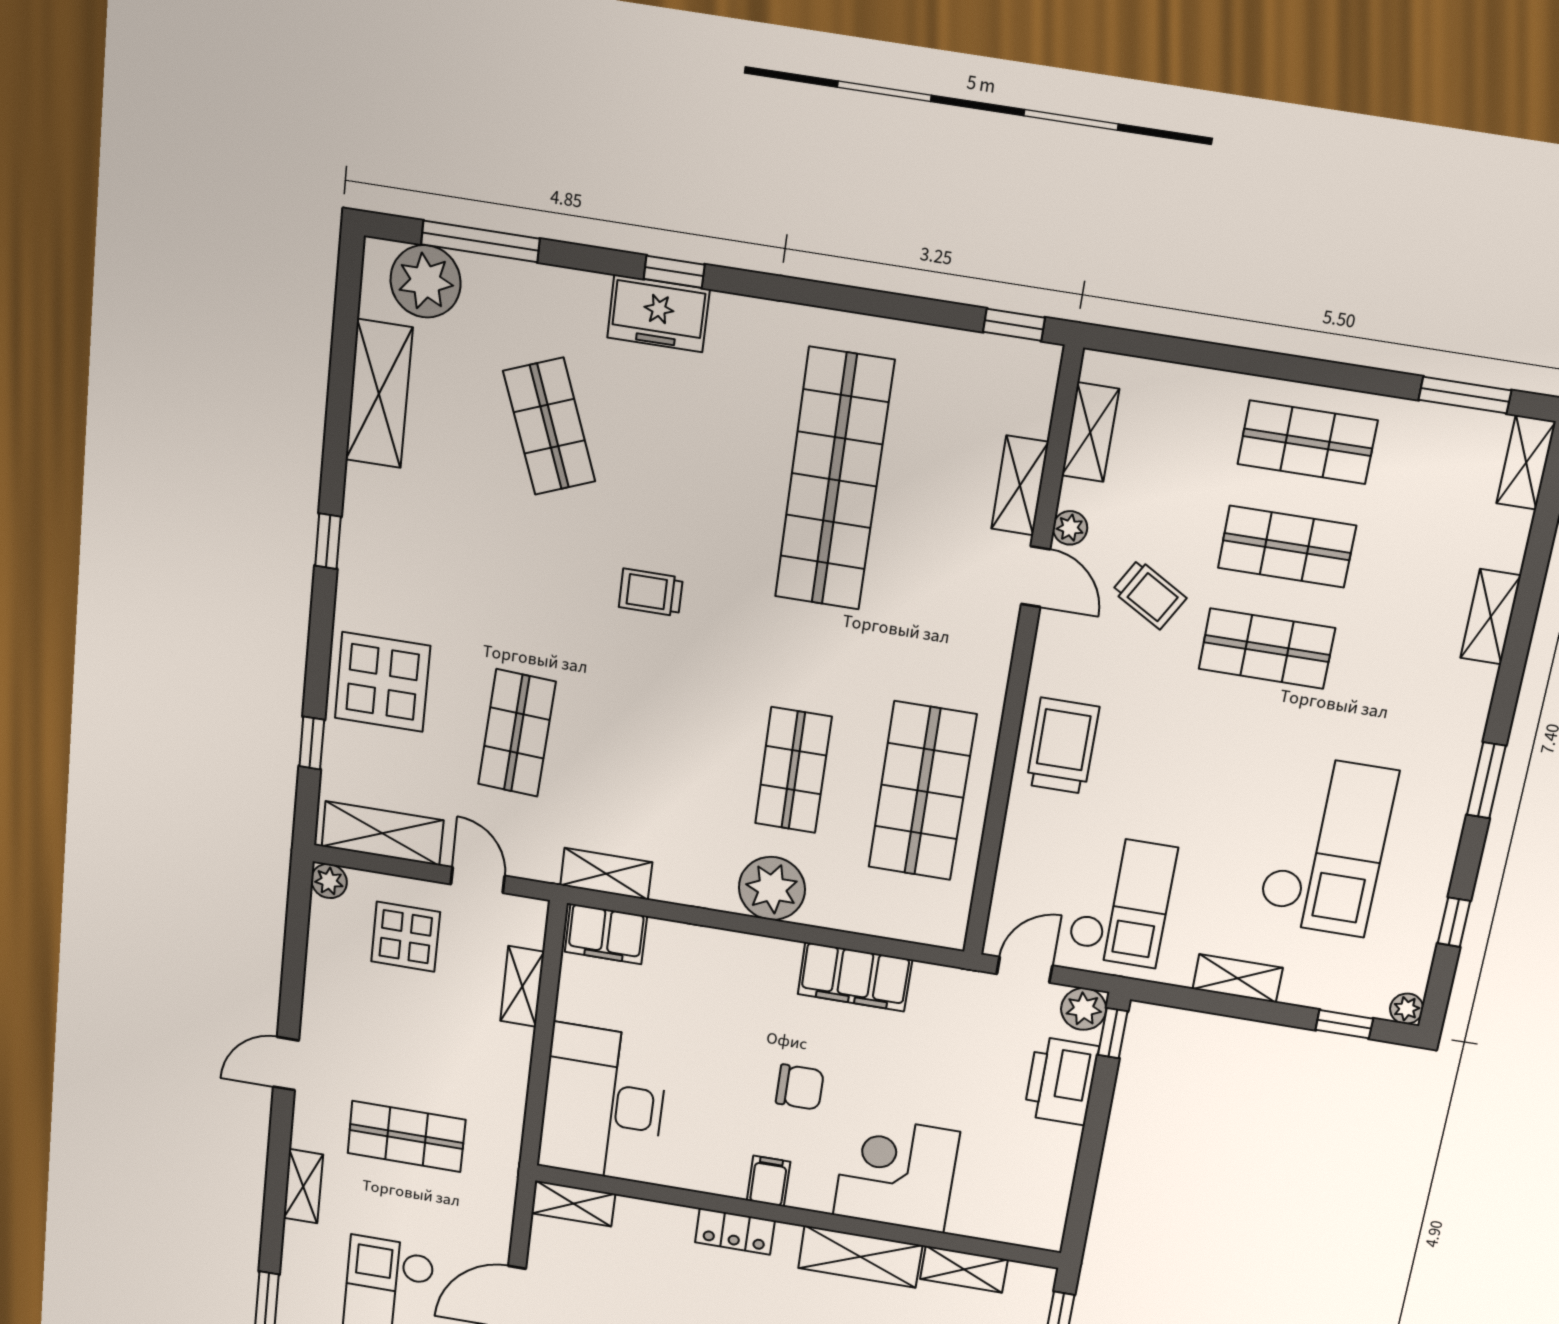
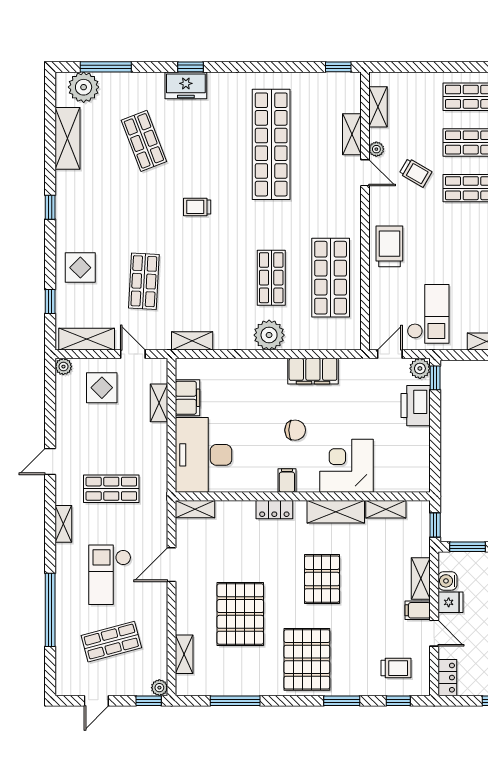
display table: (383, 682) -> (80, 268), width x0.73, depth x0.73
filing cabinet: (606, 934) -> (188, 398), moved, turned -90

